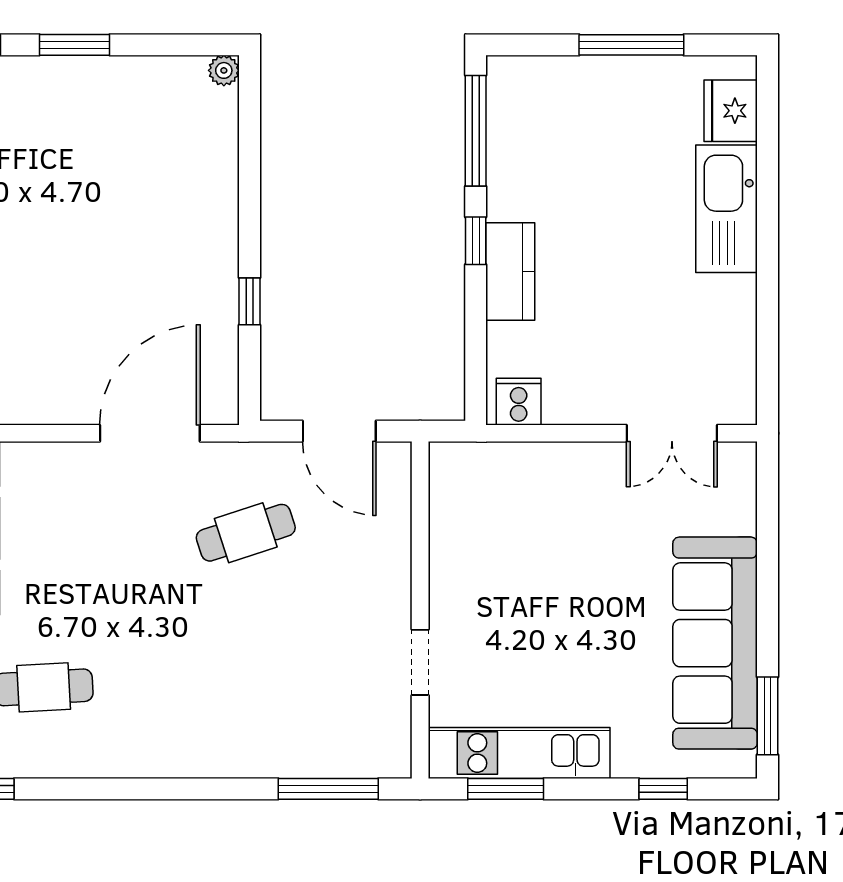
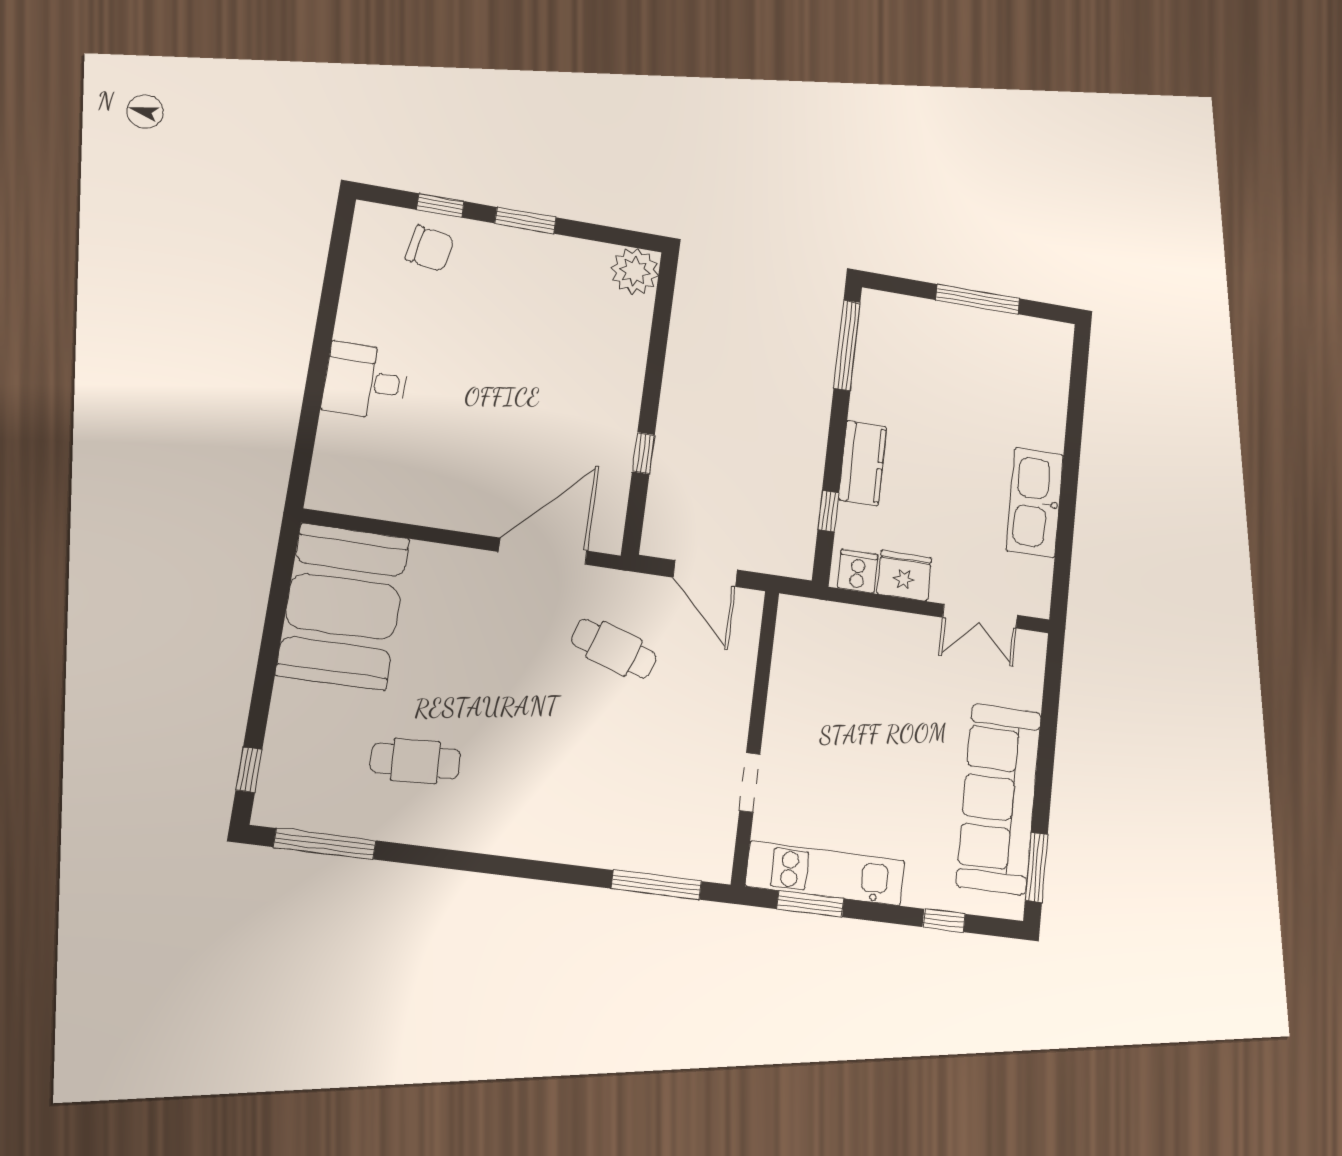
plant: (224, 70) -> (635, 271), width x1.87, depth x1.87
fridge: (731, 111) -> (904, 576), moved, turned 90
kitchen sink: (727, 209) -> (1035, 502), moved
window: (476, 241) -> (828, 511), moved
cafe table: (246, 533) -> (614, 649), turned 36

